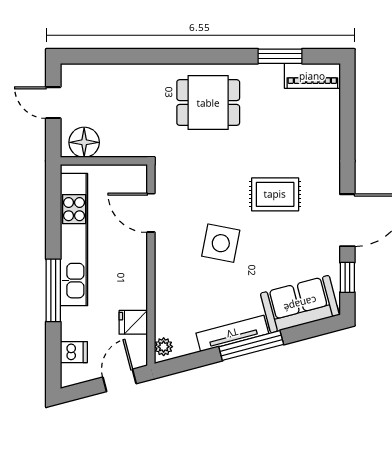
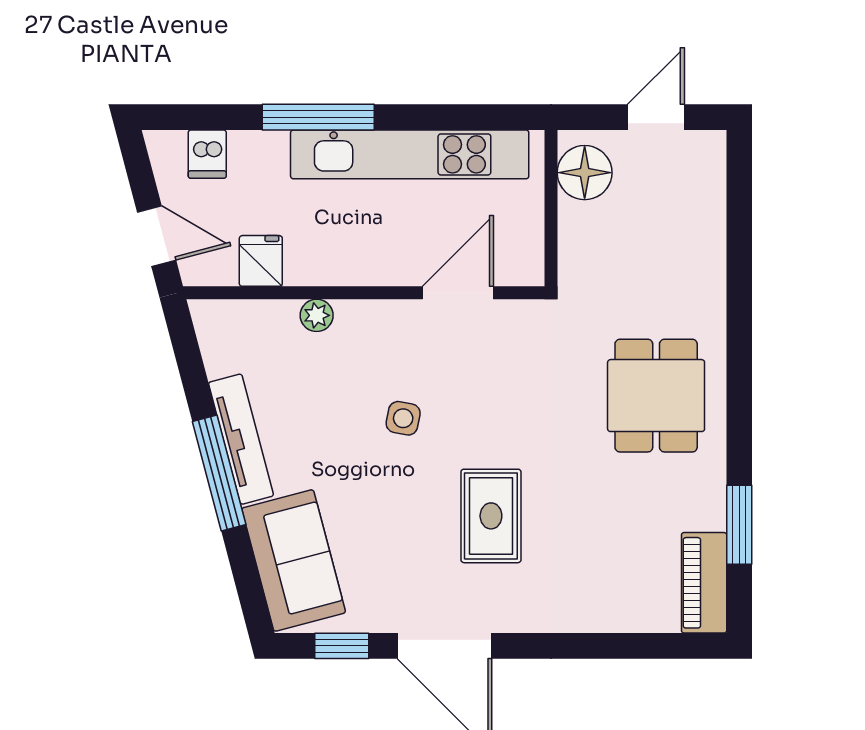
side table: (221, 243) -> (403, 418), width x0.54, depth x0.54
plant: (164, 347) -> (317, 315), moved

